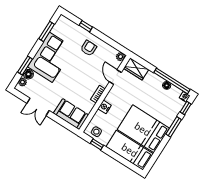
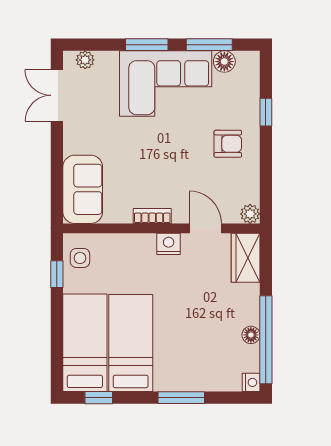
window: (25, 65) -> (147, 45), moved
floor lamp: (28, 74) -> (224, 62), moved
door: (115, 77) -> (205, 228), hinge flipped
double door: (38, 107) -> (57, 95), moved
nightstand: (105, 107) -> (169, 244), moved
window: (186, 108) -> (99, 398), moved
bed: (143, 129) -> (131, 343), width x0.67

